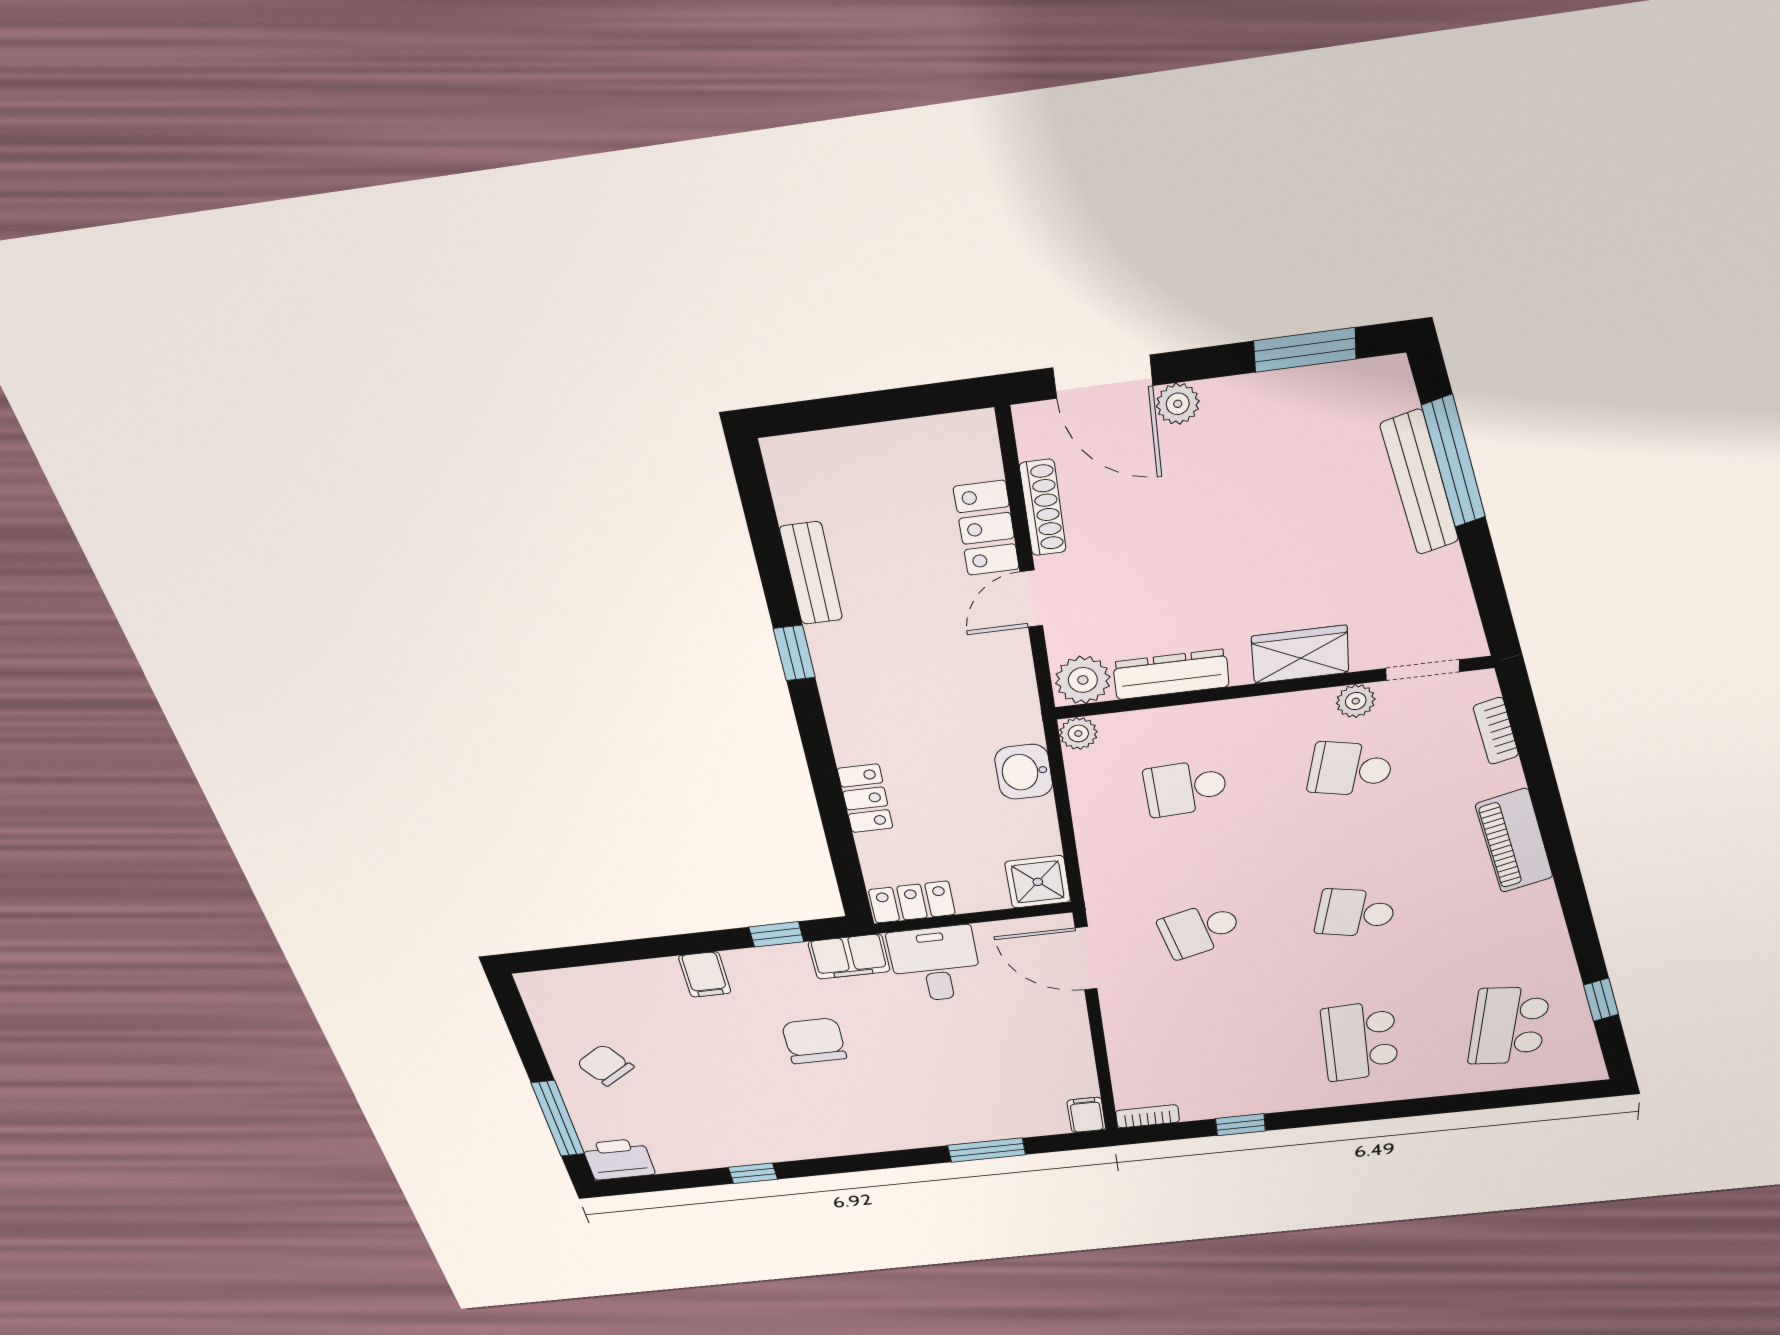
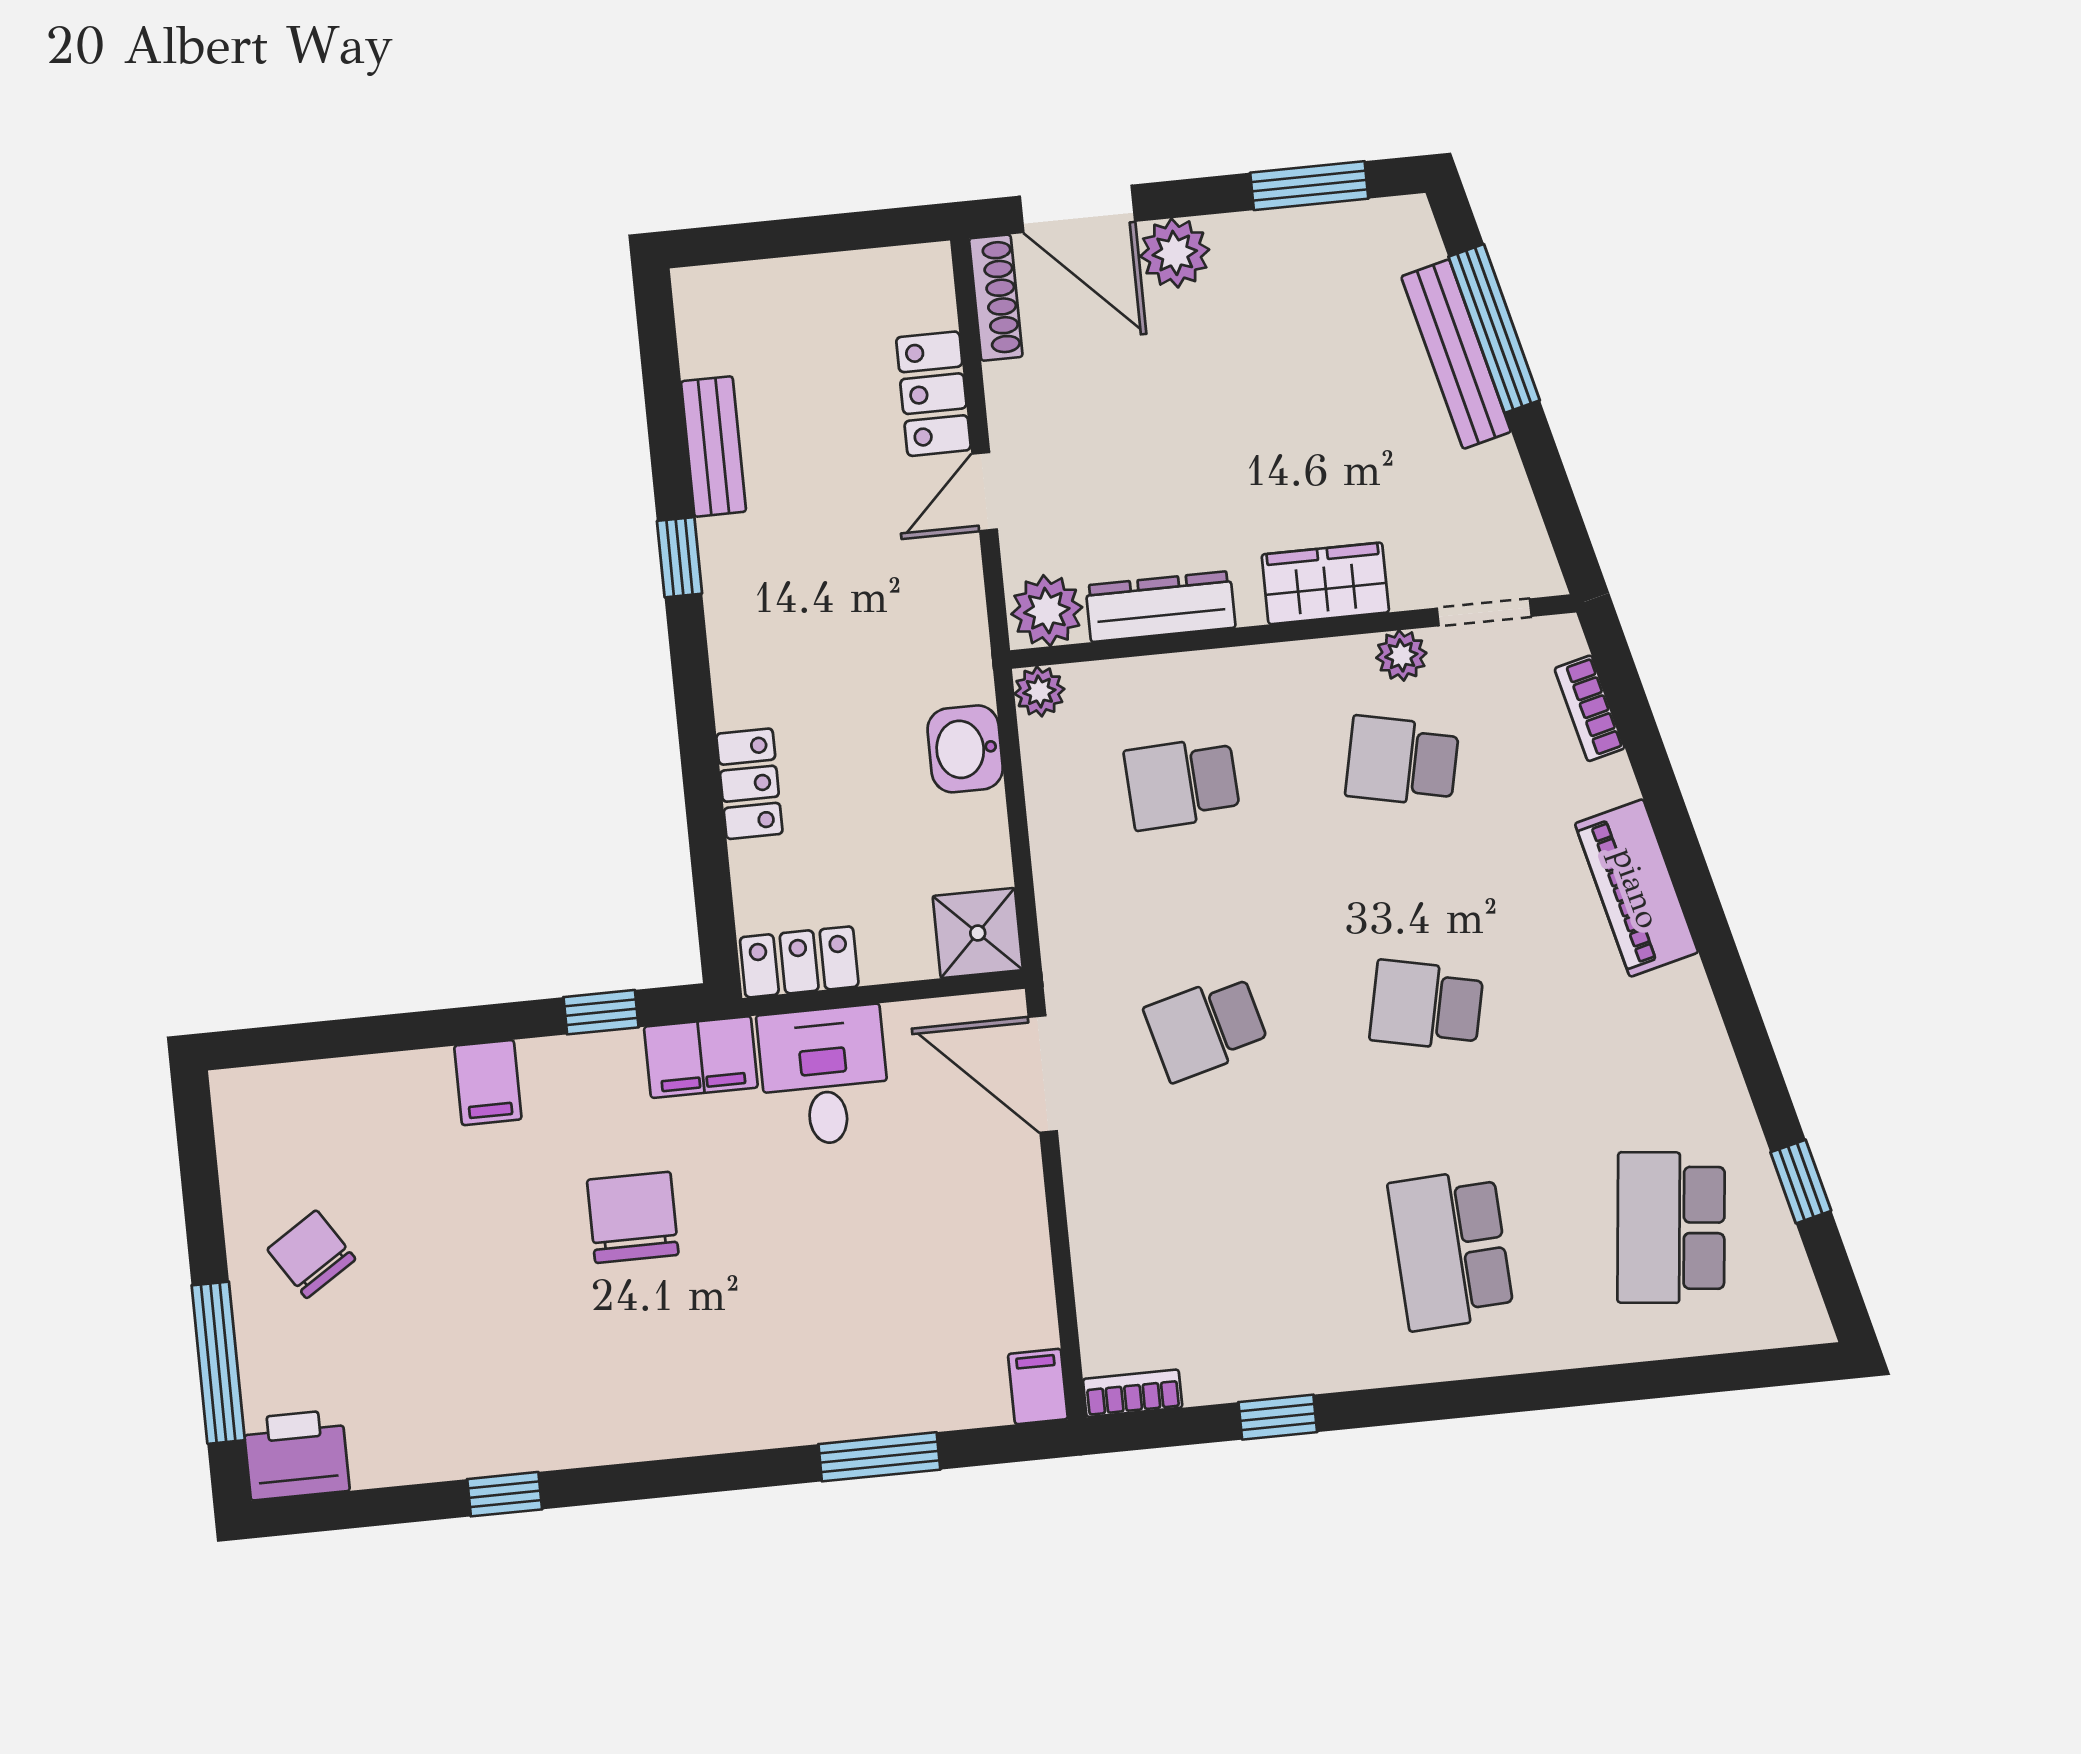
plant: (1178, 404) -> (1175, 253), width x1.38, depth x1.38
shoe rack: (1043, 508) -> (996, 298), moved

